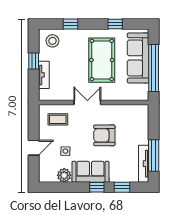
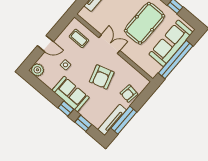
armchair: (139, 130) -> (129, 94), added
armchair: (104, 135) -> (102, 77), turned -107
plant: (64, 175) -> (37, 70), moved

